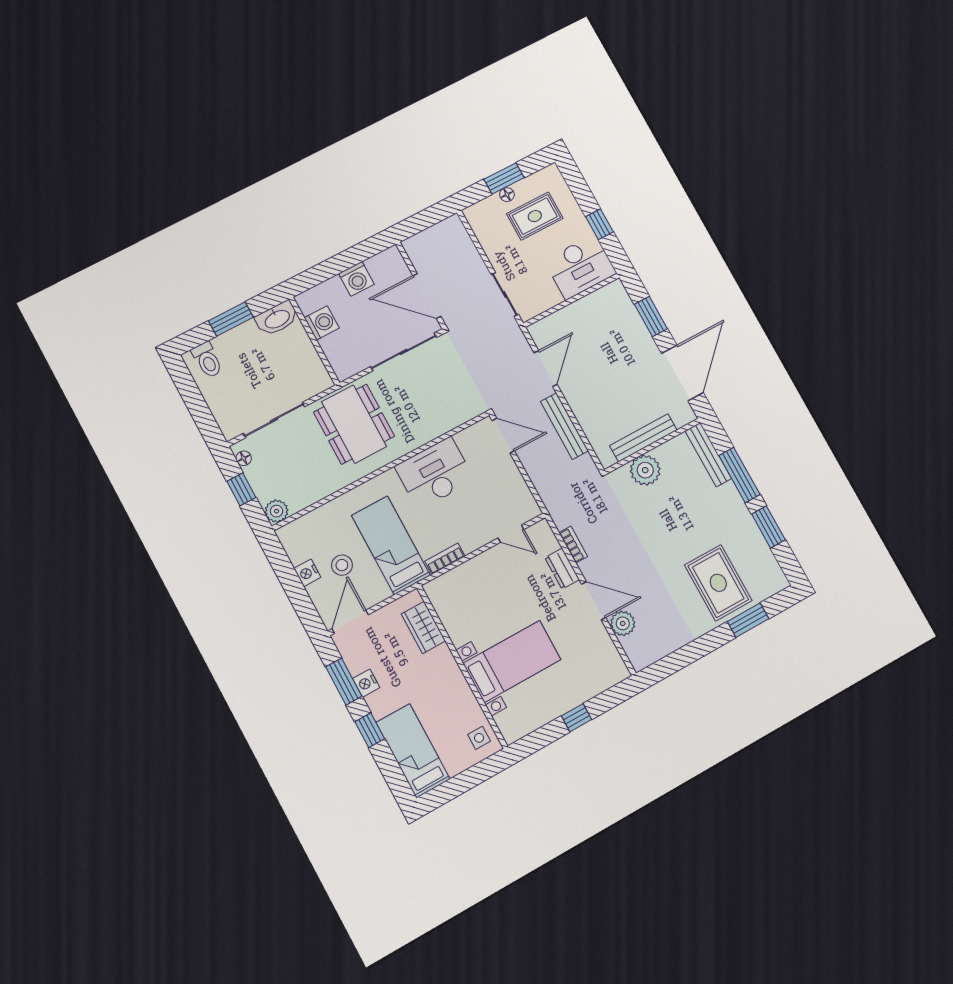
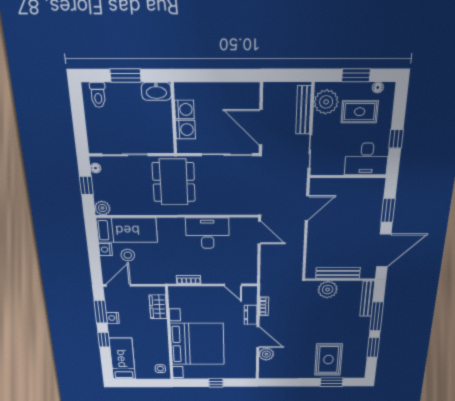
floor lamp: (507, 195) -> (378, 87), moved
plant: (488, 226) -> (326, 102), added
washing machine: (356, 279) -> (185, 130), moved, turned -90
bench: (564, 426) -> (304, 110), moved
bed: (391, 545) -> (127, 230), moved, turned 90
bed with nightstands: (512, 661) -> (197, 344), width x1.85

